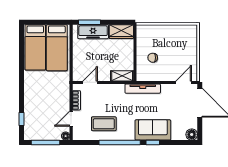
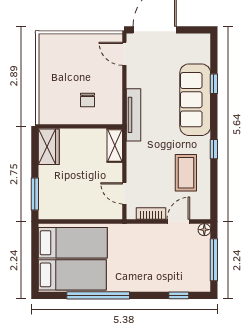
freezer: (93, 32) -> (49, 189), removed
window: (21, 65) -> (98, 295), added
door: (71, 119) -> (178, 221), swing flipped
sofa: (153, 130) -> (195, 100), width x1.36
floor lamp: (192, 134) -> (202, 42), removed
window: (120, 143) -> (214, 149), width x0.32
window: (153, 143) -> (214, 84), moved

